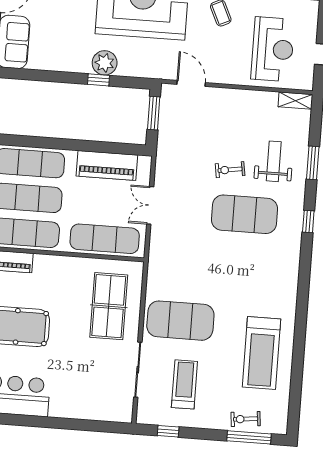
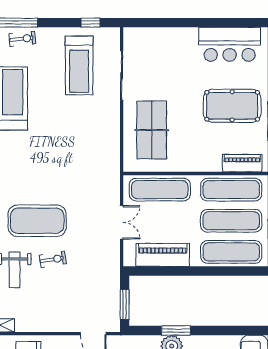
window: (98, 80) -> (176, 330), width x1.50
exercise mat: (180, 321) -> (87, 122), removed
treadmill: (184, 384) -> (79, 65), width x1.37, depth x1.37

